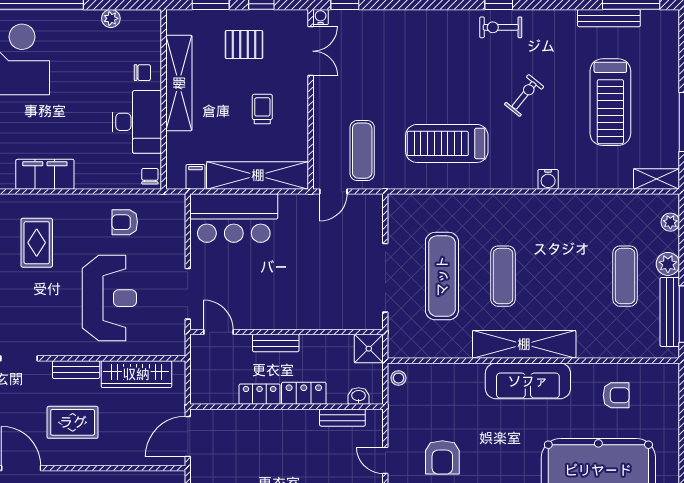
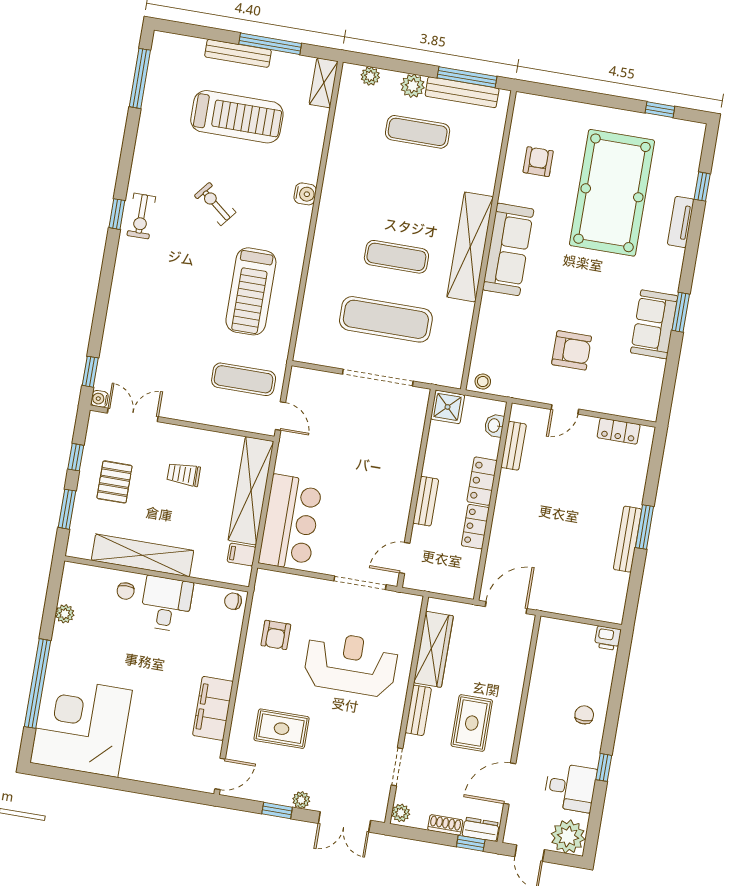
bench: (609, 18) -> (238, 53), moved, turned 90
chair: (142, 73) -> (126, 591), turned 180
desk: (137, 122) -> (166, 604), width x0.73
door: (188, 436) -> (506, 608), swing flipped

